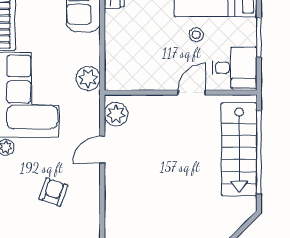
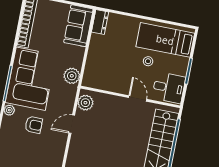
door: (192, 93) -> (138, 98), hinge flipped
armchair: (53, 192) -> (34, 125), moved, turned 71

